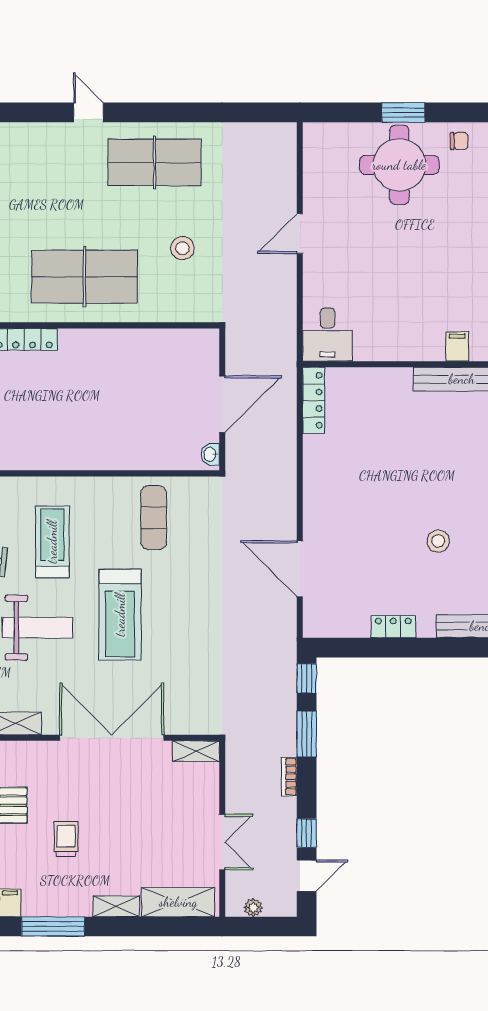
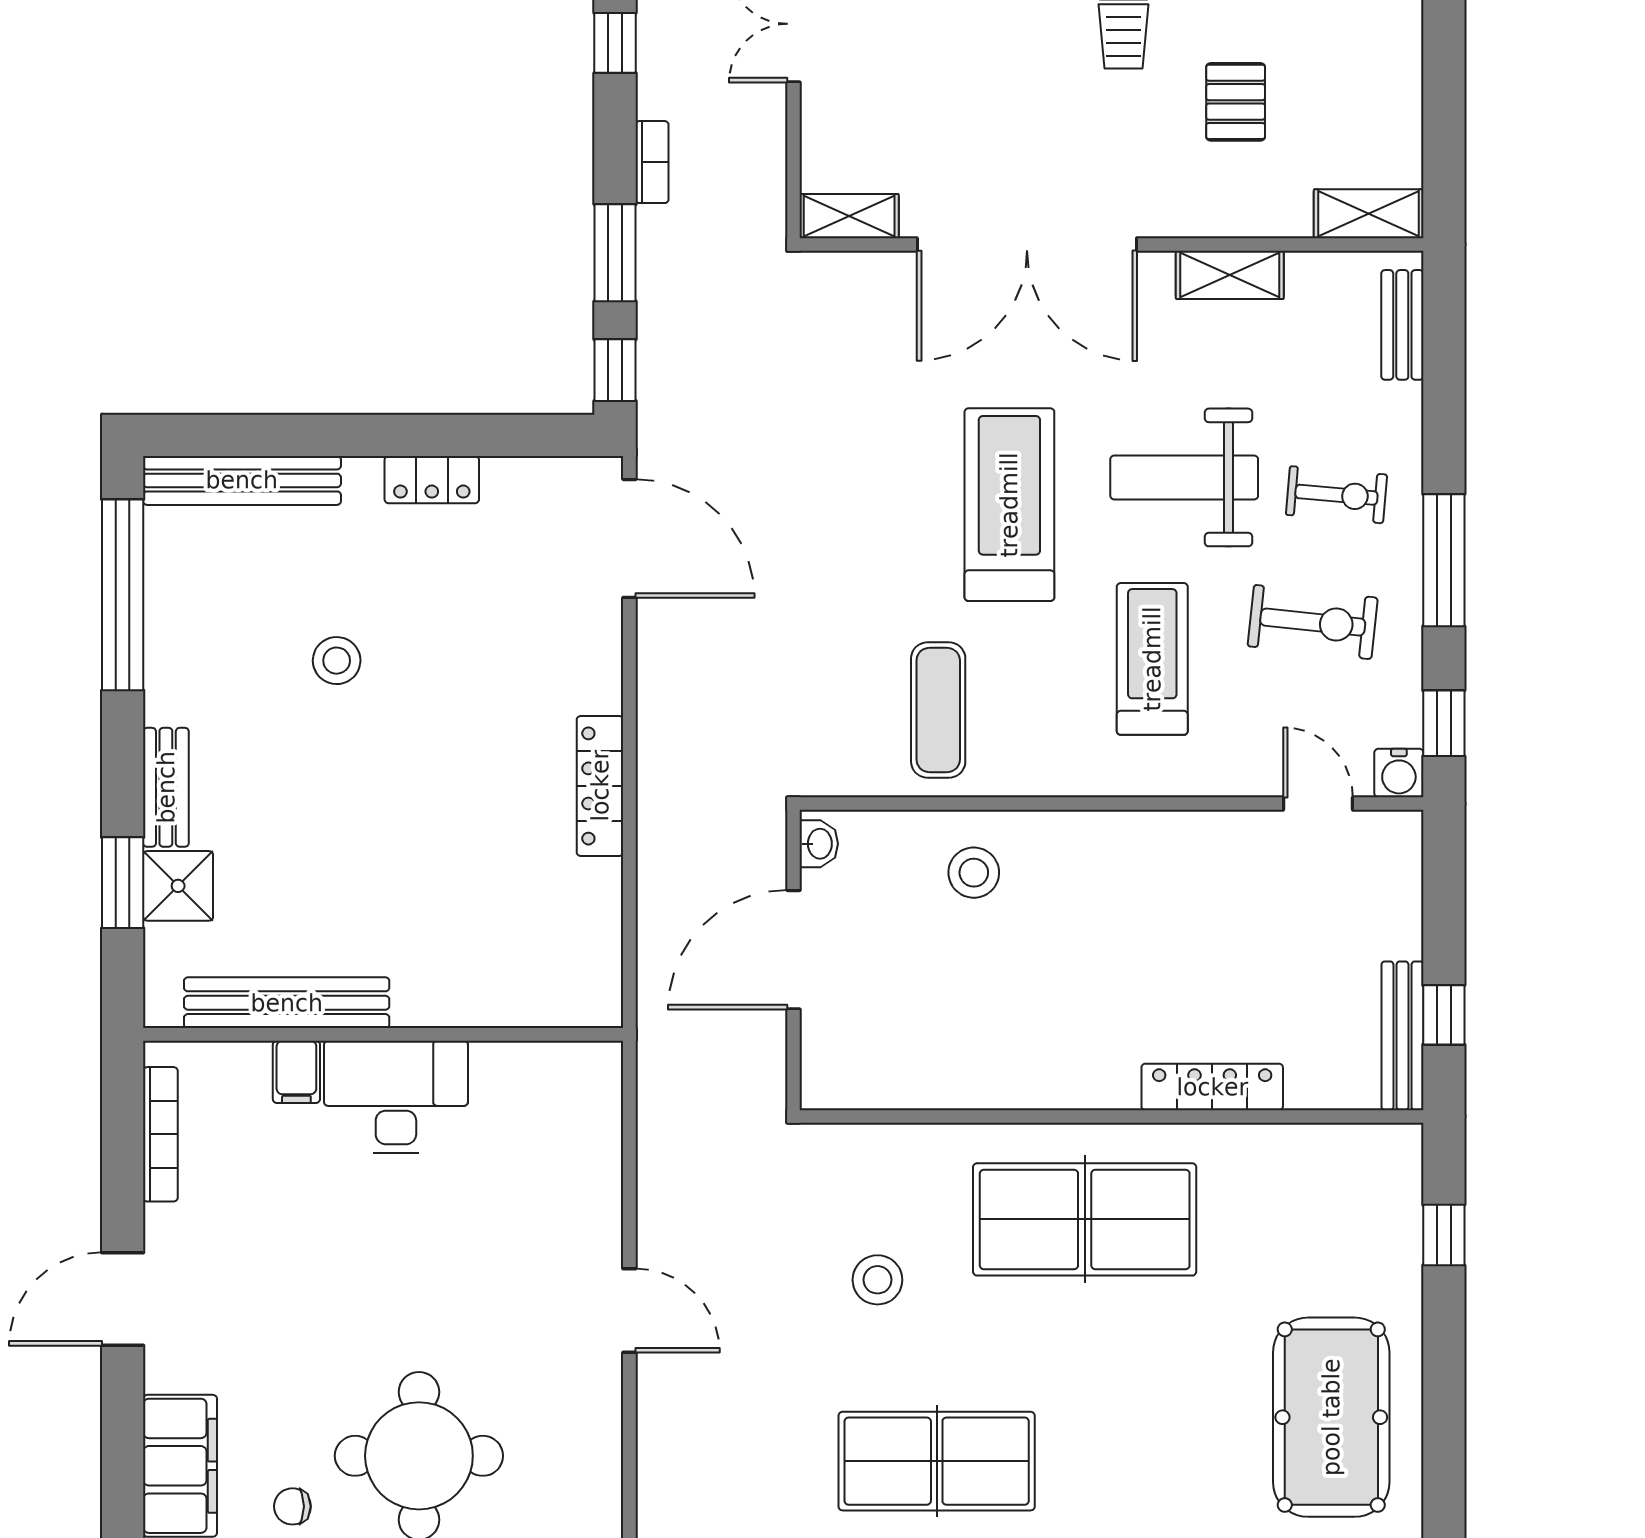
door: (300, 234) -> (629, 1311), hinge flipped
desk: (327, 335) -> (396, 1097), moved, width x1.37
locker: (314, 400) -> (600, 786), moved
stool: (137, 441) -> (974, 873), added
treadmill: (52, 542) -> (1152, 659), turned 180
door: (300, 569) -> (629, 538), moved

